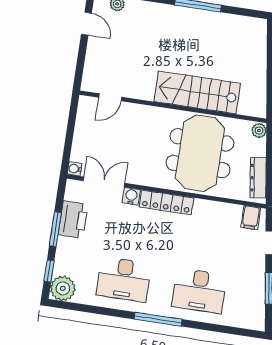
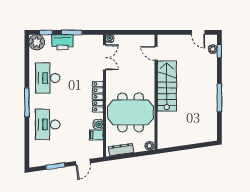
door: (86, 24) -> (198, 32), hinge flipped
stairs: (197, 92) -> (167, 86), moved
water cooler: (131, 196) -> (98, 124), moved
filing cabinet: (251, 218) -> (96, 135), moved
printer: (73, 220) -> (62, 42), moved

